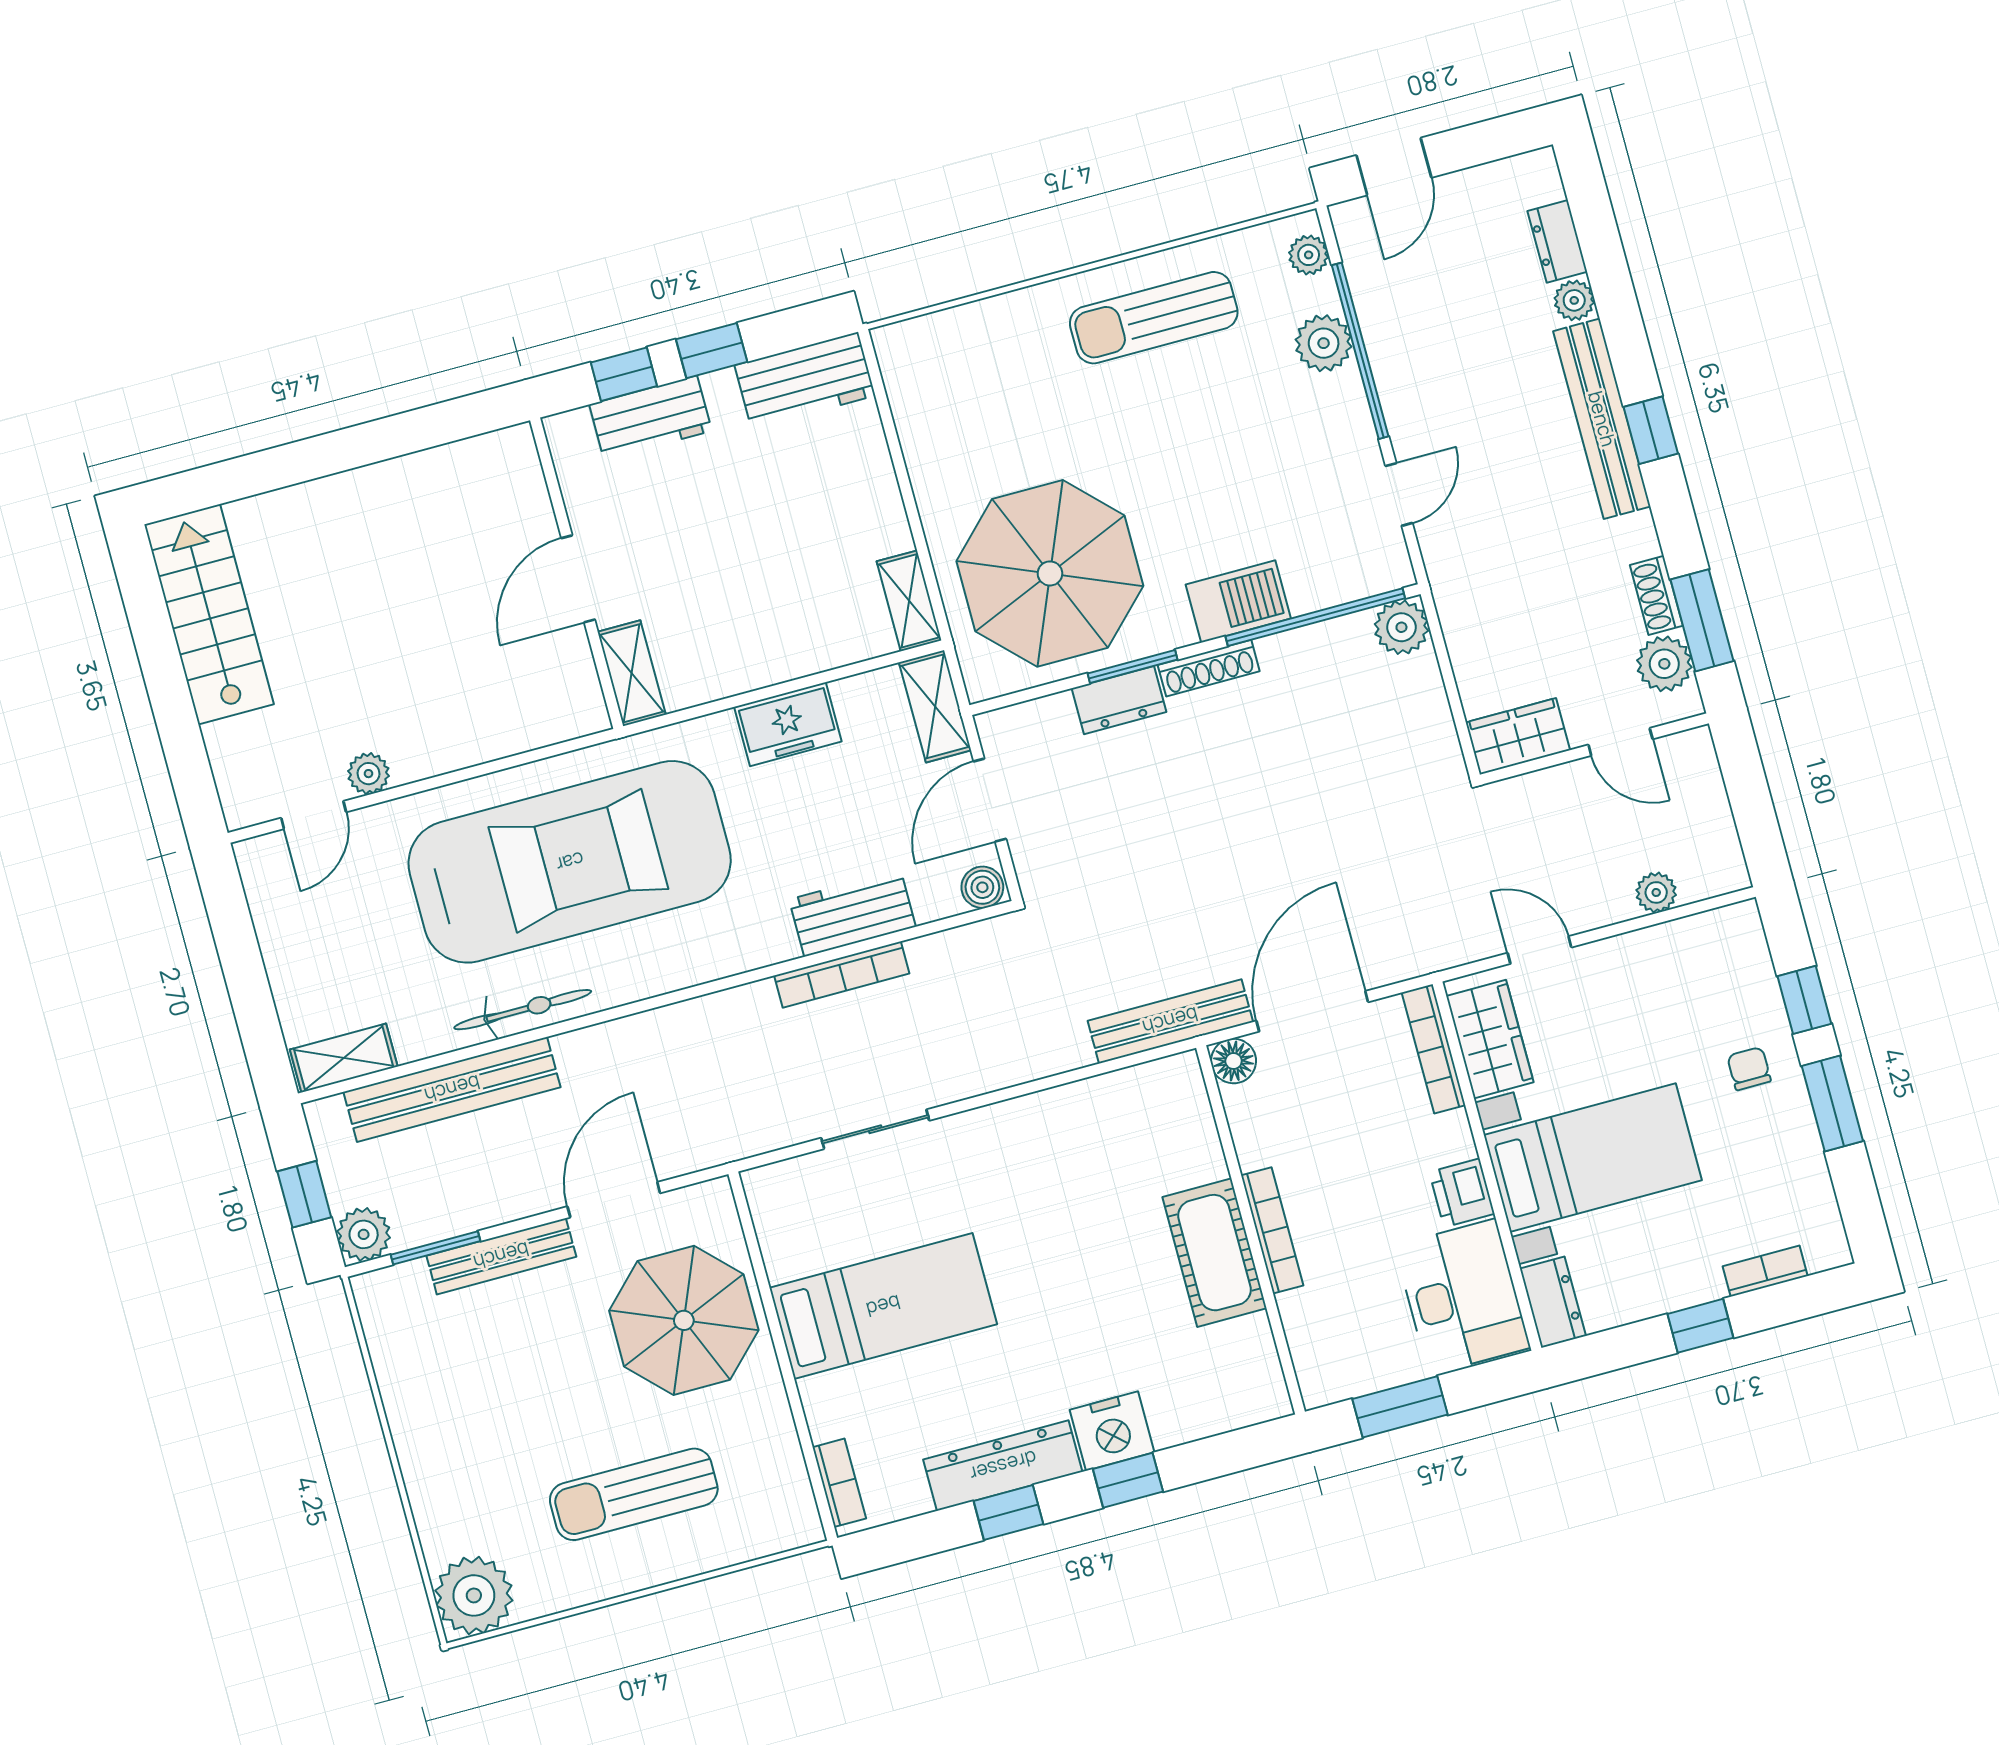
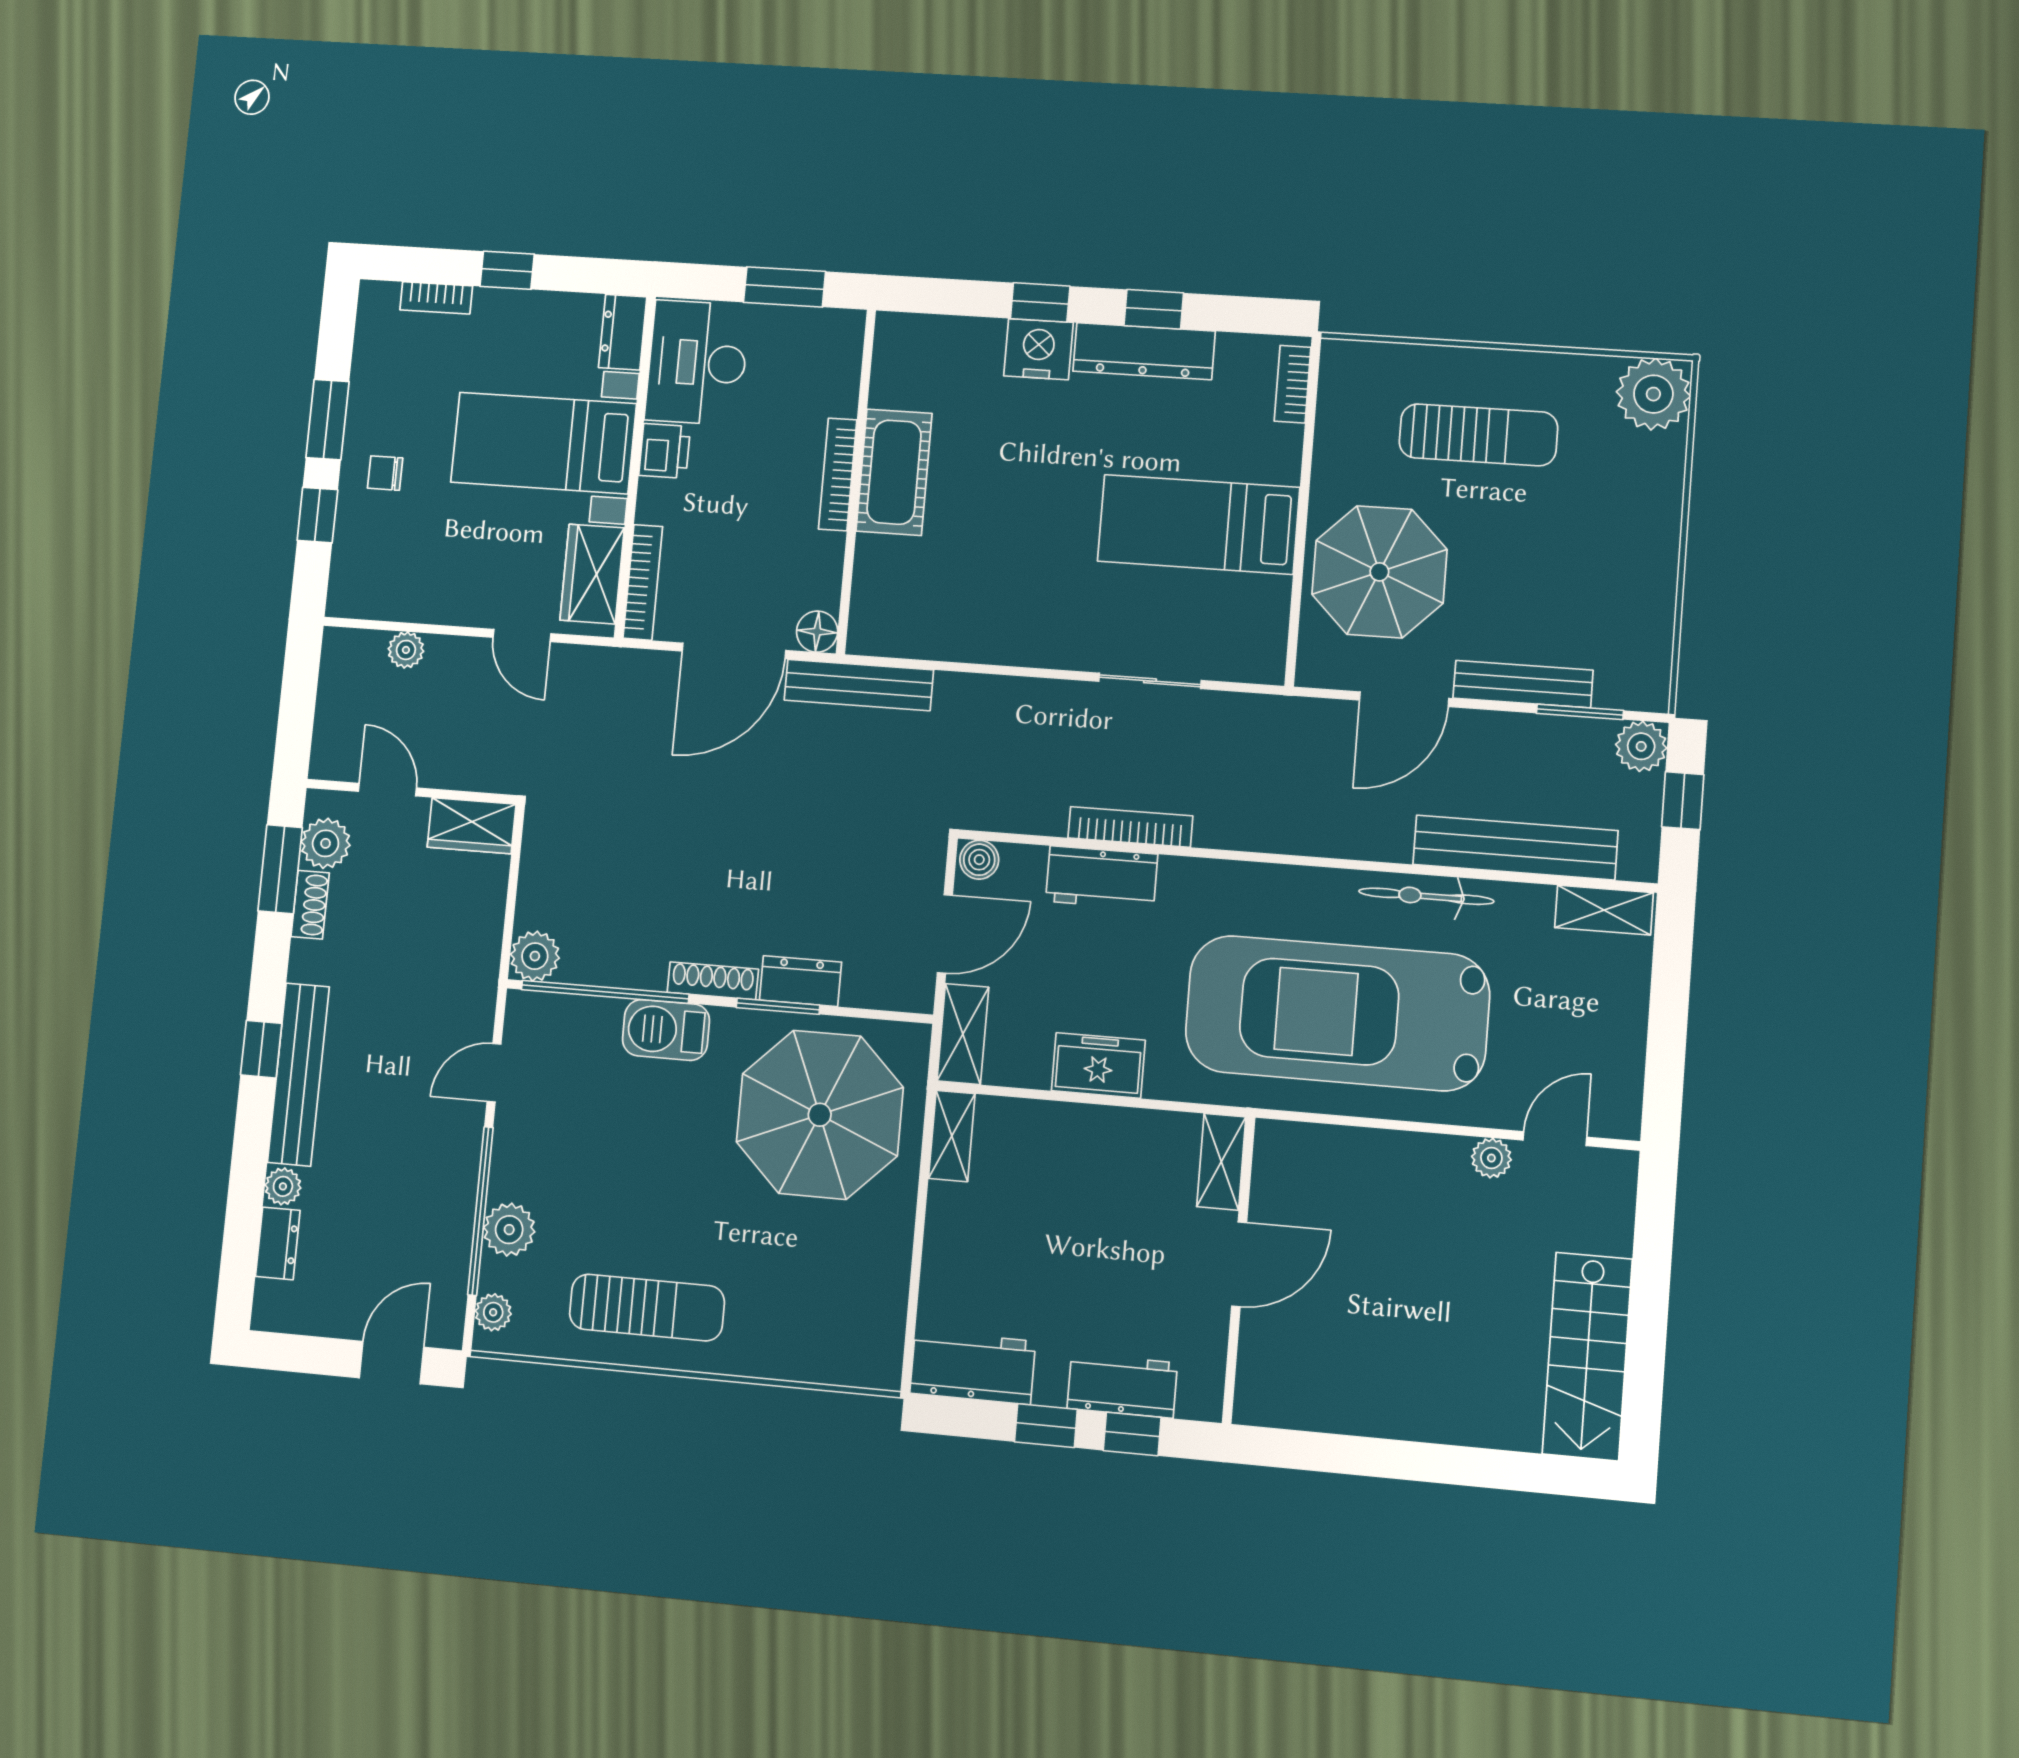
chair: (1749, 1069) -> (385, 473), turned 90

